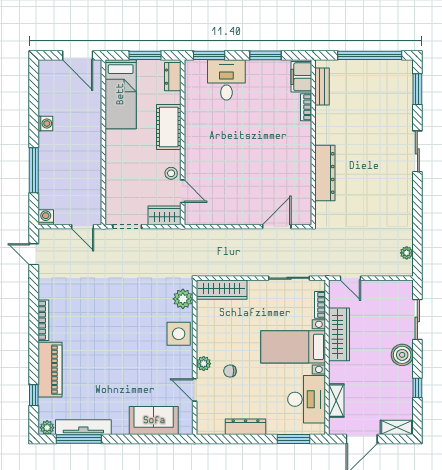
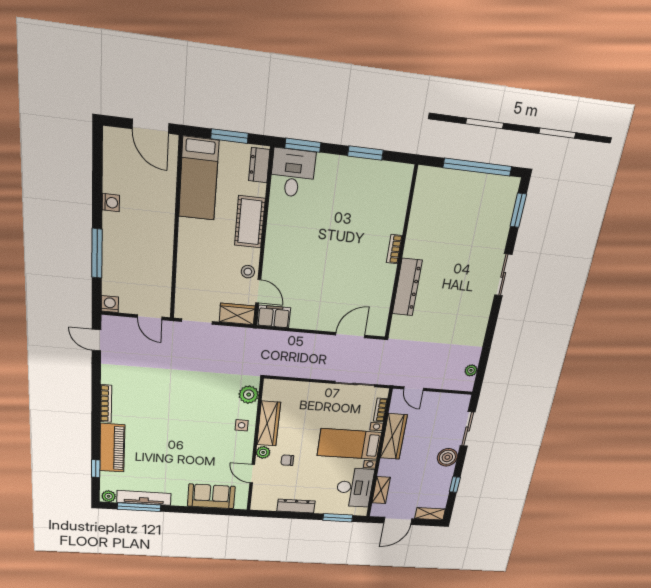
filing cabinet: (301, 77) -> (274, 316), moved, turned 90
desk: (226, 80) -> (293, 173), moved
bench: (322, 86) -> (421, 196), removed
bookcase: (306, 107) -> (394, 249), moved
wardrobe: (222, 290) -> (269, 424), moved, turned -90
side table: (179, 334) -> (242, 425), width x0.54, depth x0.54

